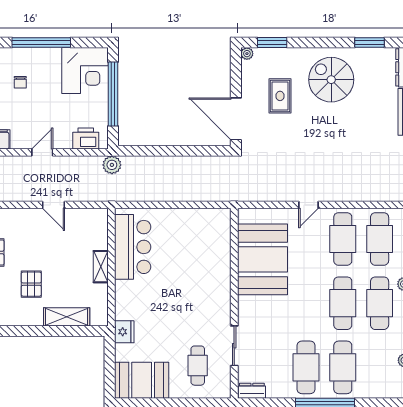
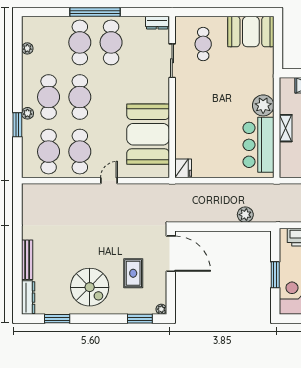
window: (113, 94) -> (275, 275), width x0.47
plant: (112, 165) -> (245, 215), moved
plant: (127, 293) -> (263, 105), added
fridge: (124, 332) -> (183, 168), moved, turned 180

